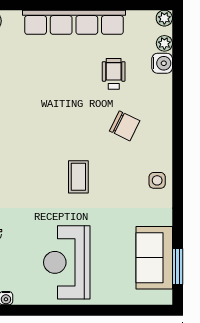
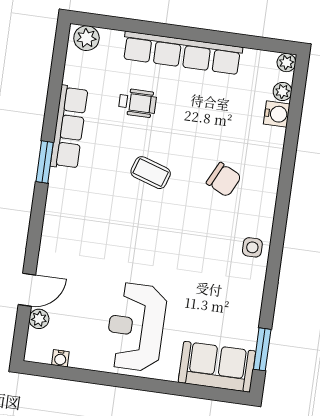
wheelchair: (114, 74) -> (137, 103), moved, turned 90
coffee table: (78, 177) -> (151, 173), moved, turned -72
sofa: (154, 258) -> (217, 367), moved, turned 90

